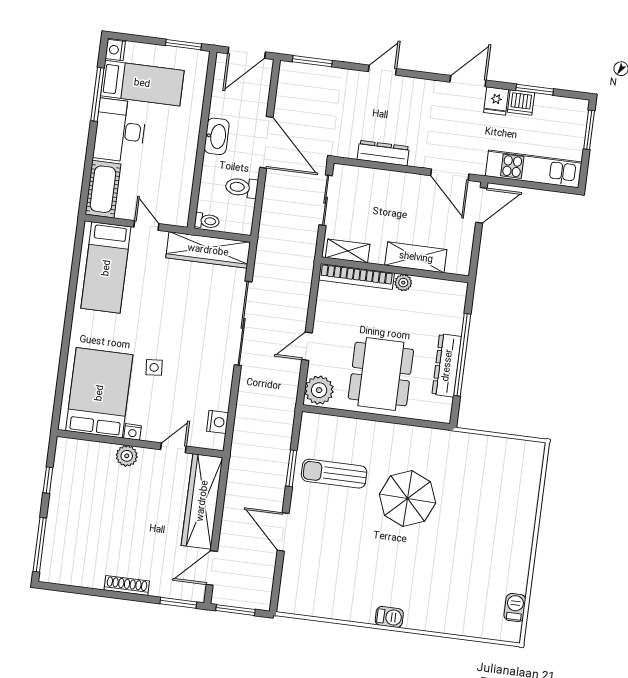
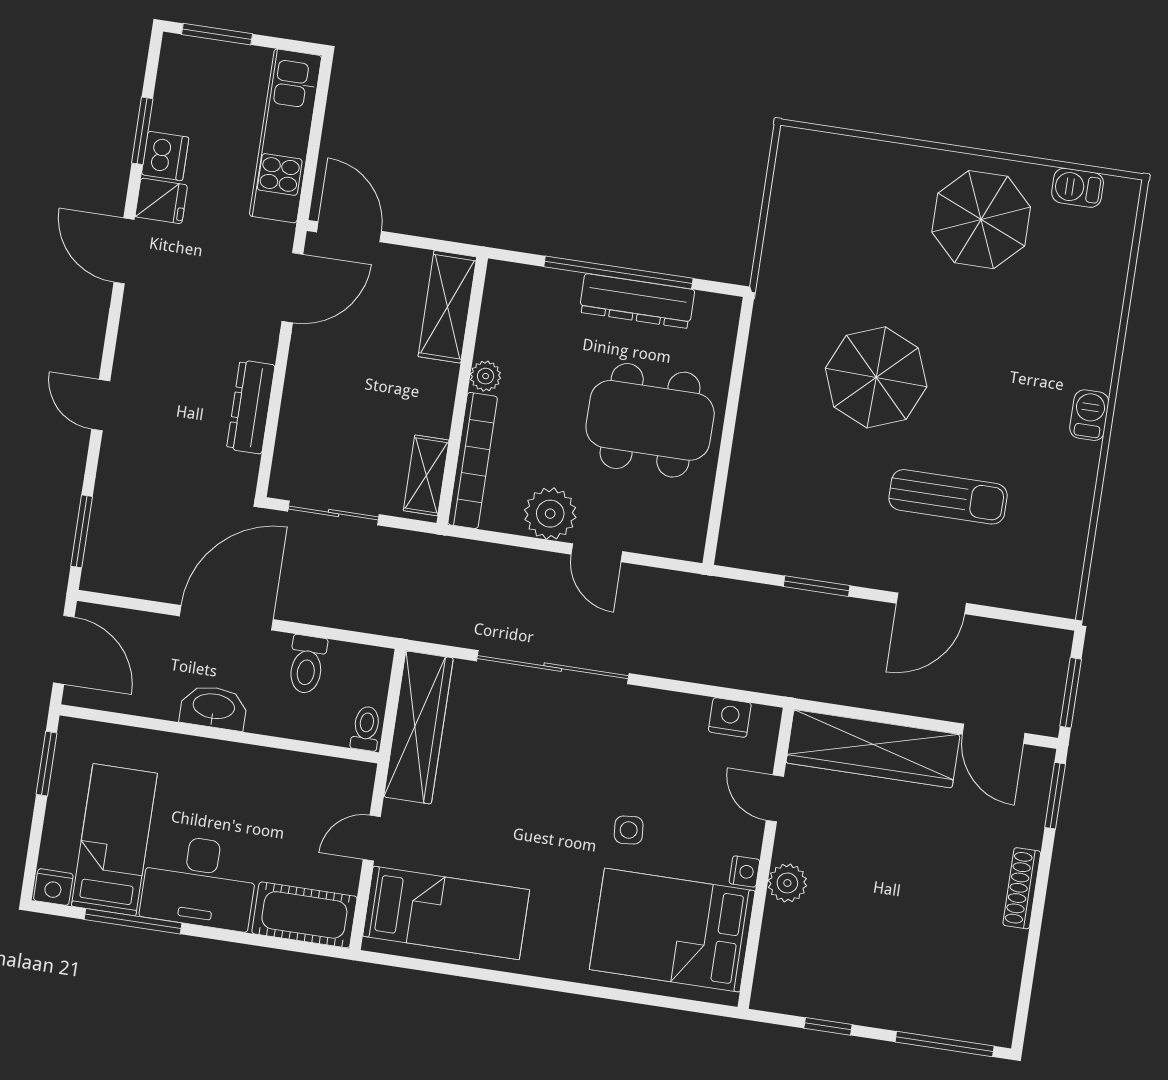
shelving: (416, 257) -> (447, 307), moved
plant: (319, 390) -> (550, 514), moved
sun lounger: (334, 474) -> (948, 497), moved, turned -90
parasol: (496, 555) -> (981, 220), added

